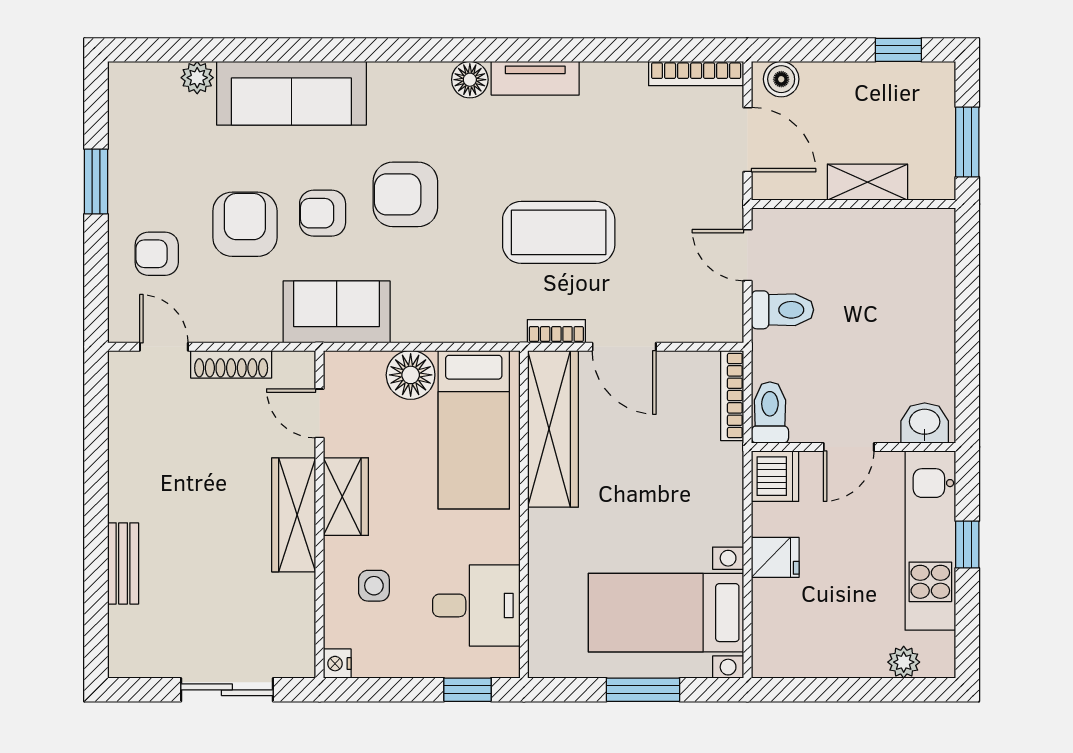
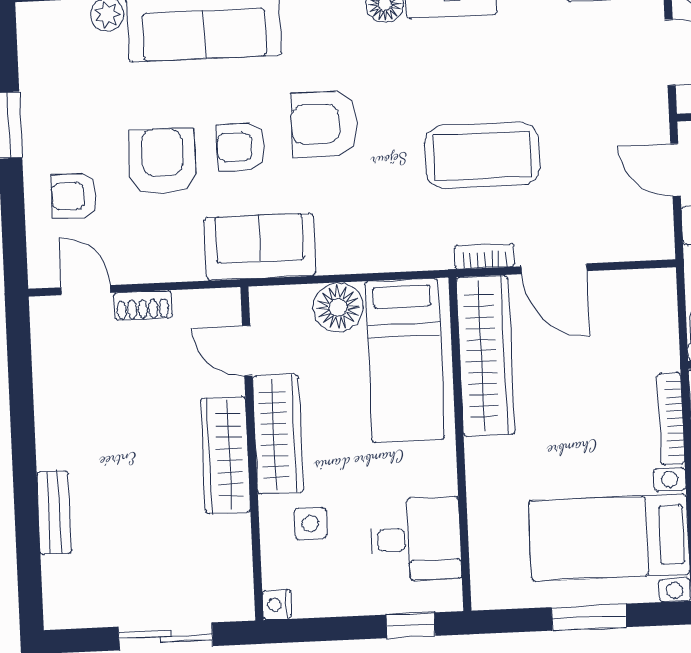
shoe rack: (231, 364) -> (143, 305), width x0.70
bookcase: (732, 396) -> (671, 419), moved
wardrobe: (346, 497) -> (278, 434), width x1.50

